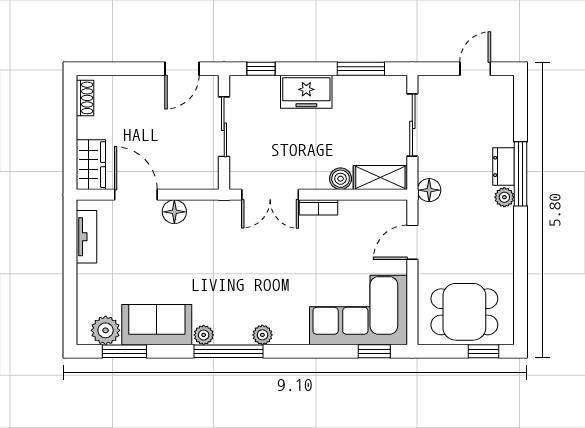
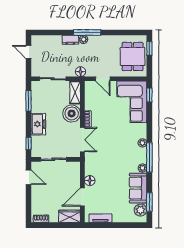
window: (521, 174) -> (87, 32), moved
boiler: (341, 179) -> (72, 113), width x1.86, depth x1.86

